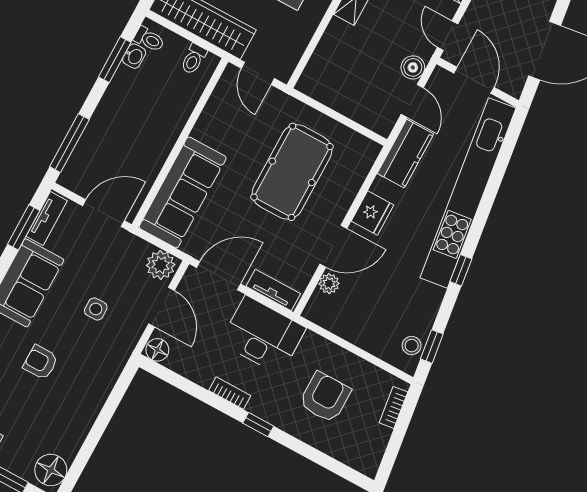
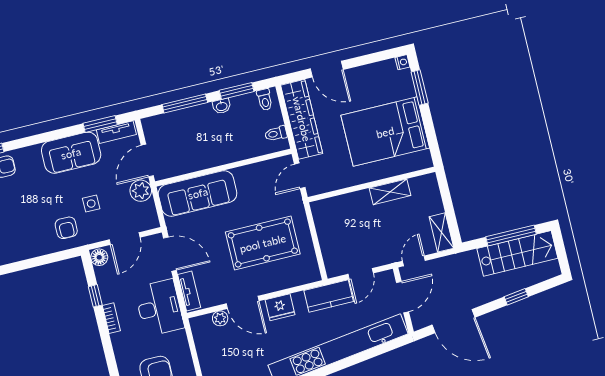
washbasin: (134, 56) -> (222, 106), moved
boiler: (413, 67) -> (379, 258), removed
window: (69, 143) -> (185, 103), moved
door: (103, 213) -> (147, 161), swing flipped
plant: (161, 265) -> (141, 191), moved
armchair: (41, 362) -> (66, 228), moved, turned 180
window: (258, 425) -> (95, 296), moved

